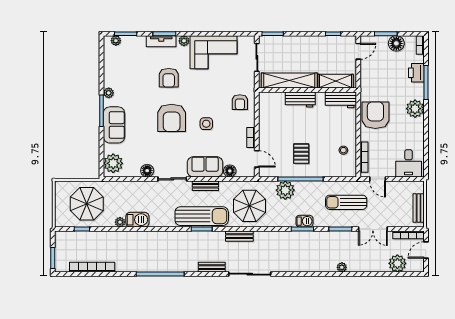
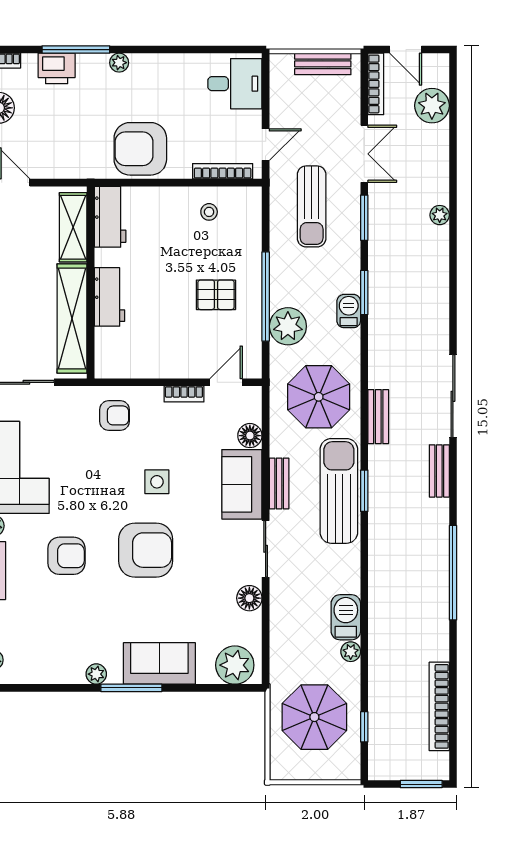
plant: (415, 109) -> (119, 63), width x0.53, depth x0.53
barbecue: (304, 221) -> (349, 311), moved

